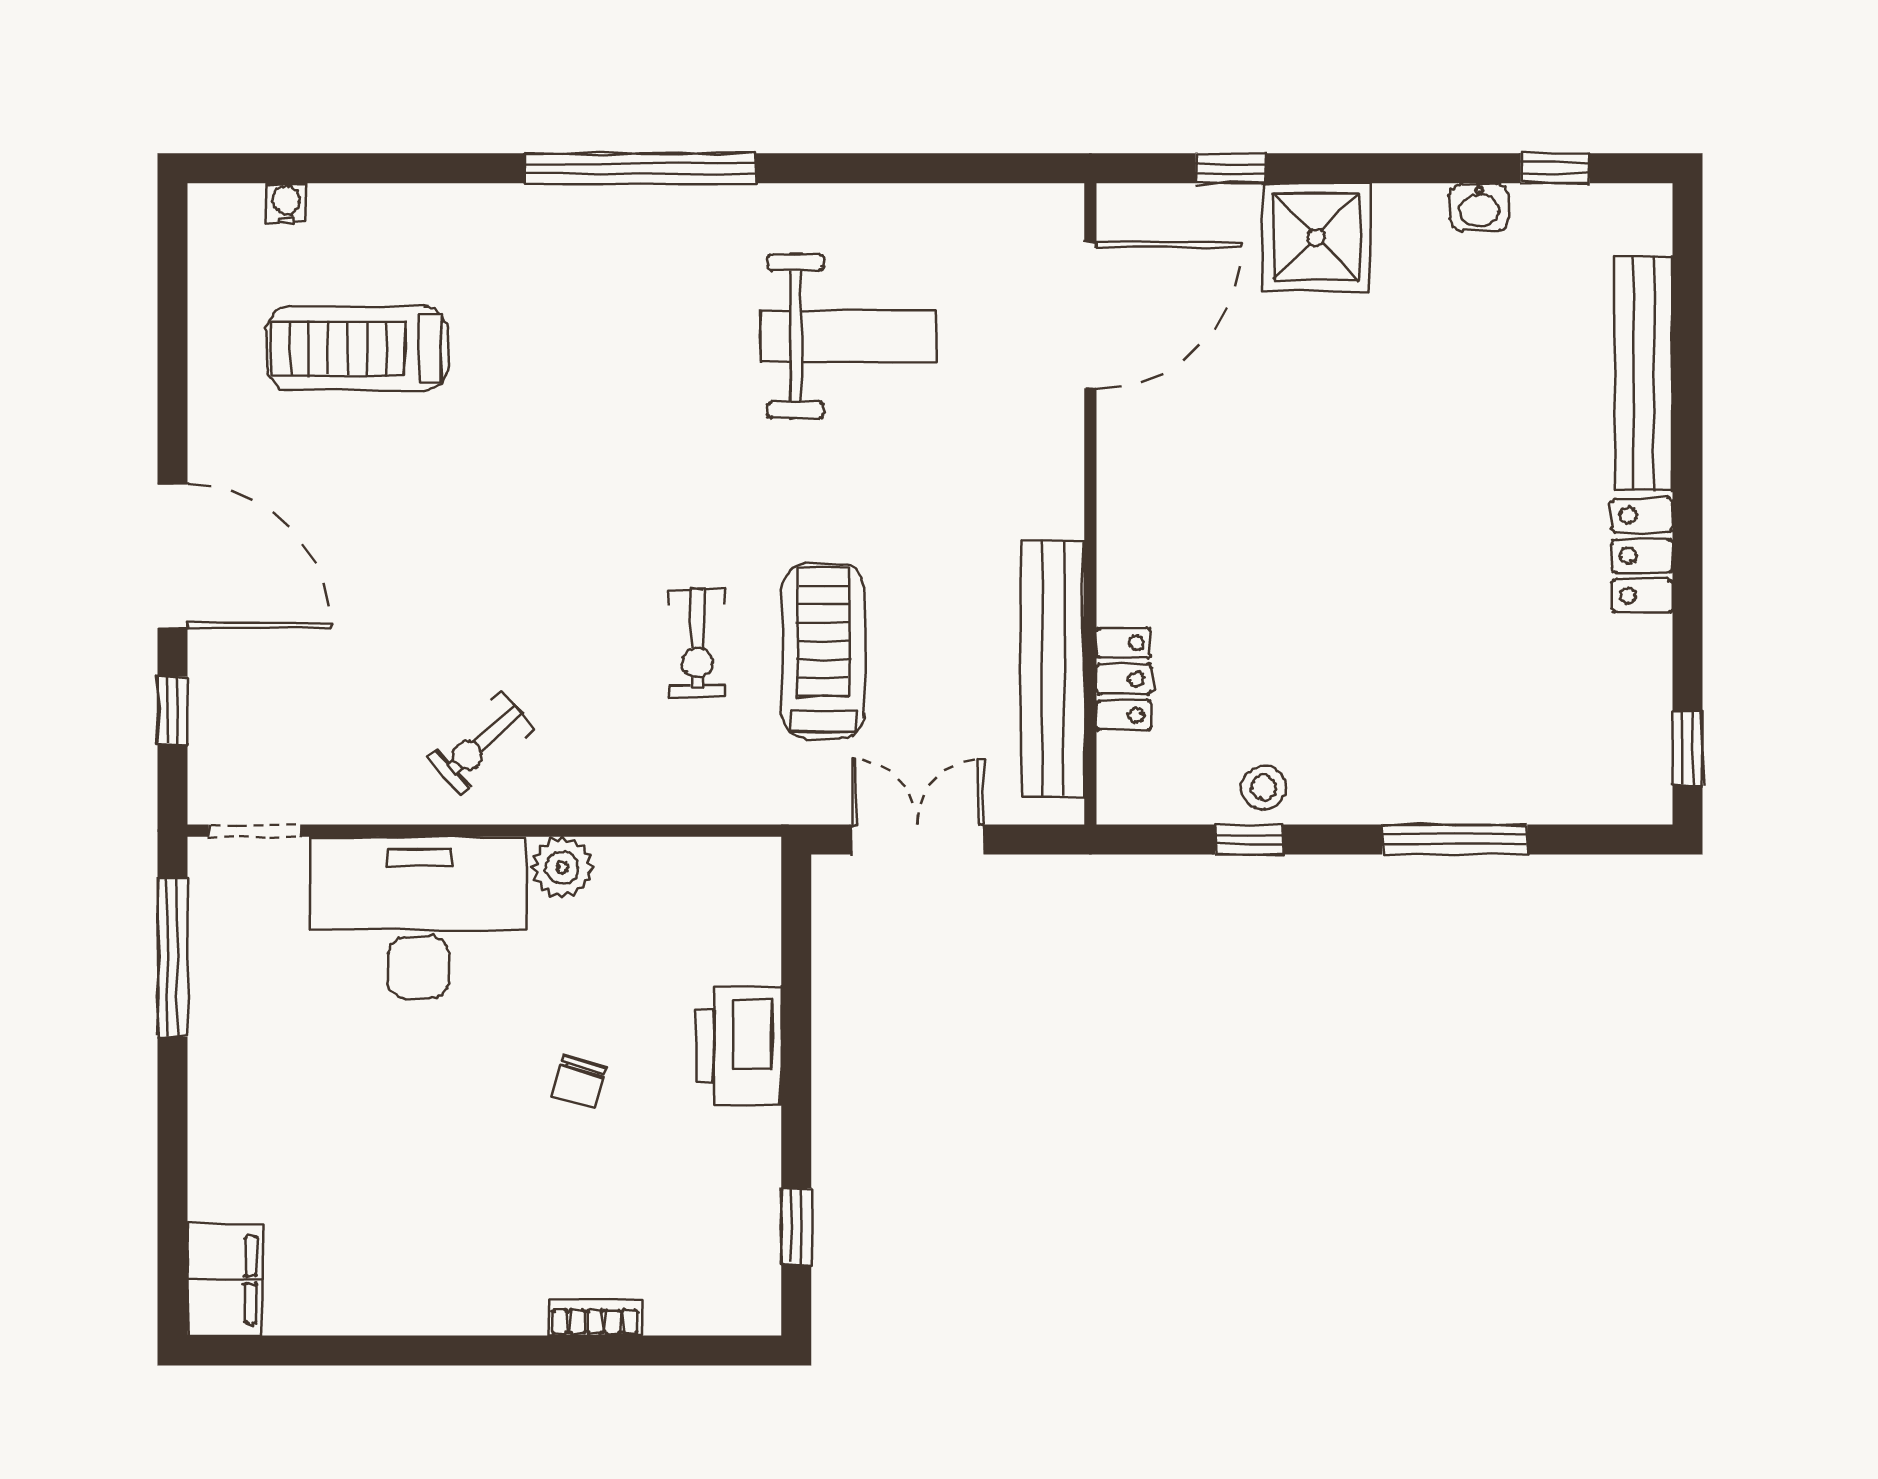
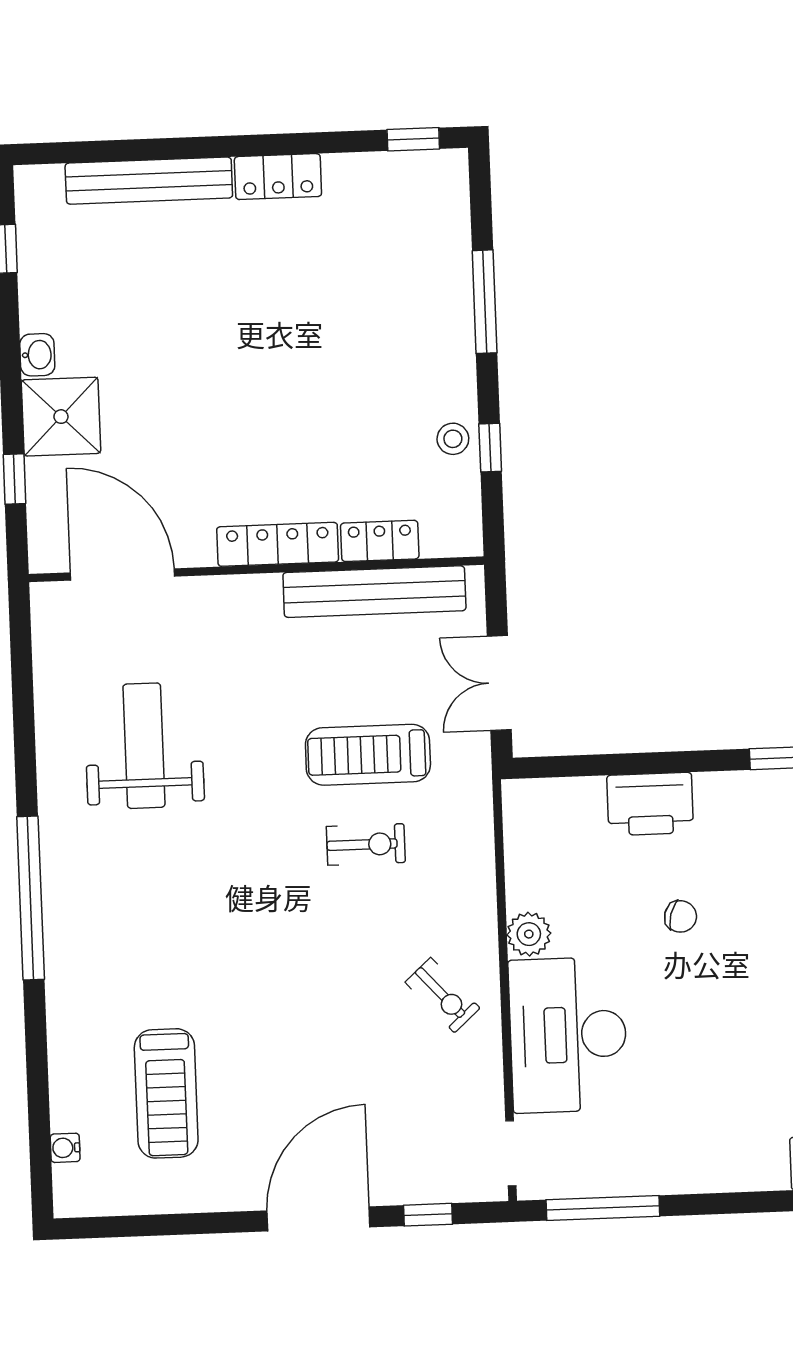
washbasin: (1479, 207) -> (37, 355), moved
locker: (1124, 535) -> (278, 544), added

